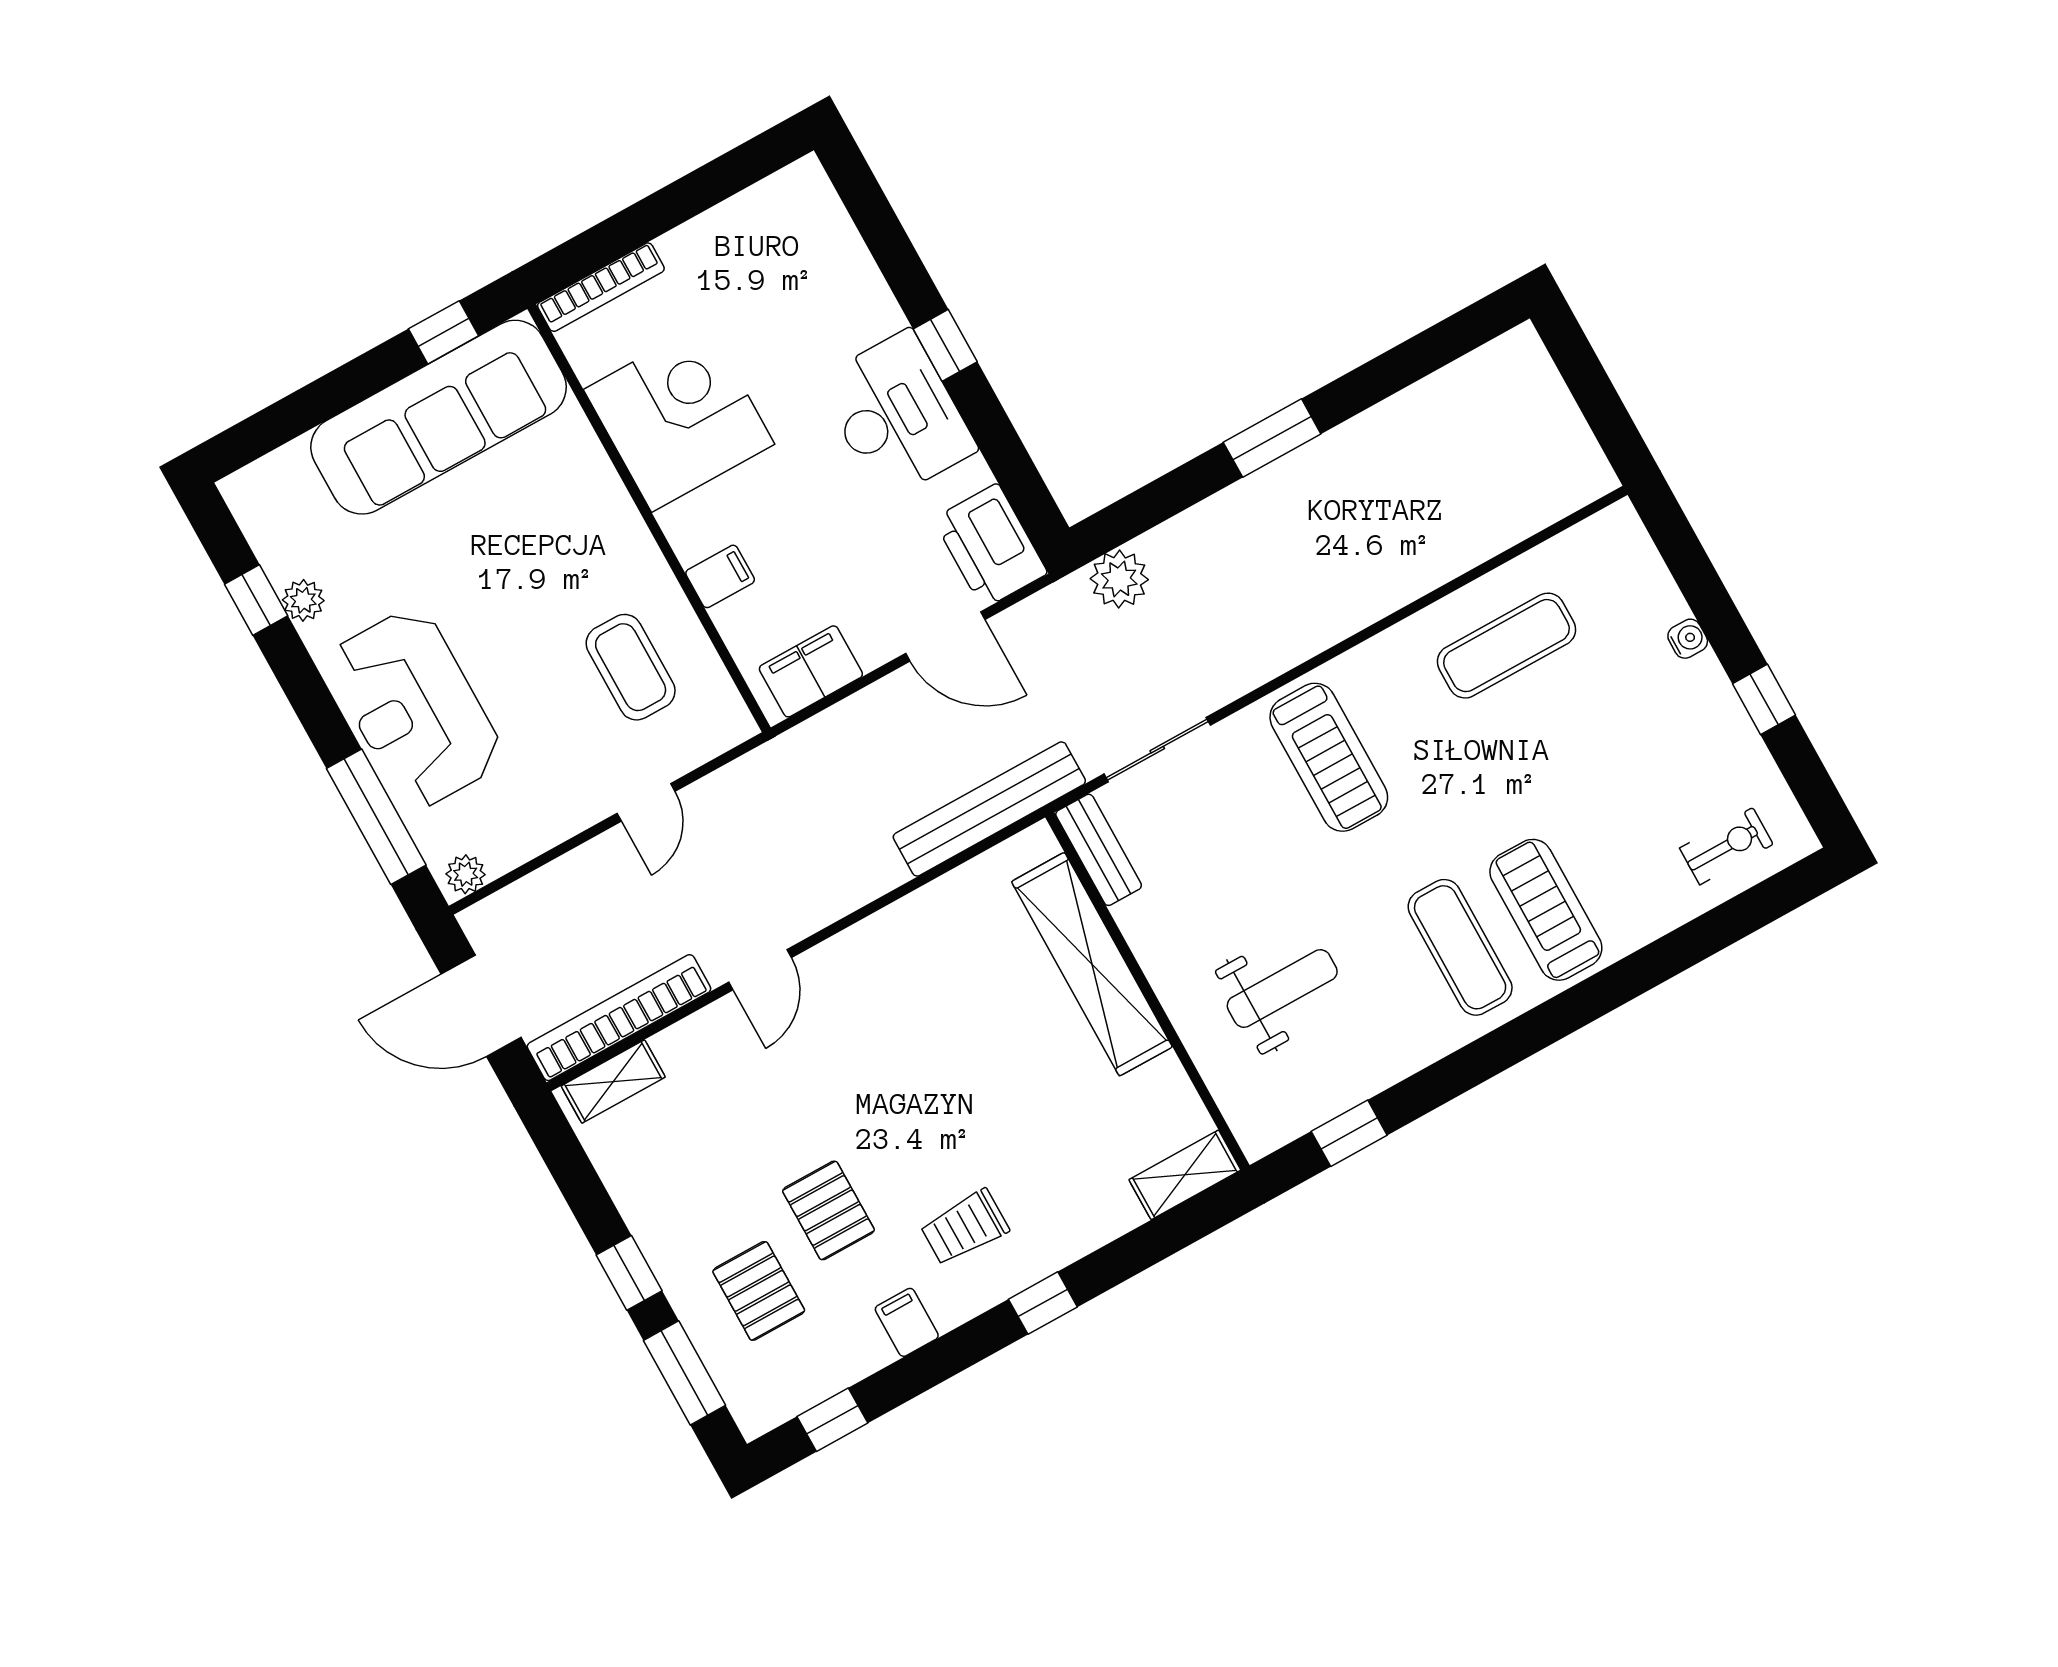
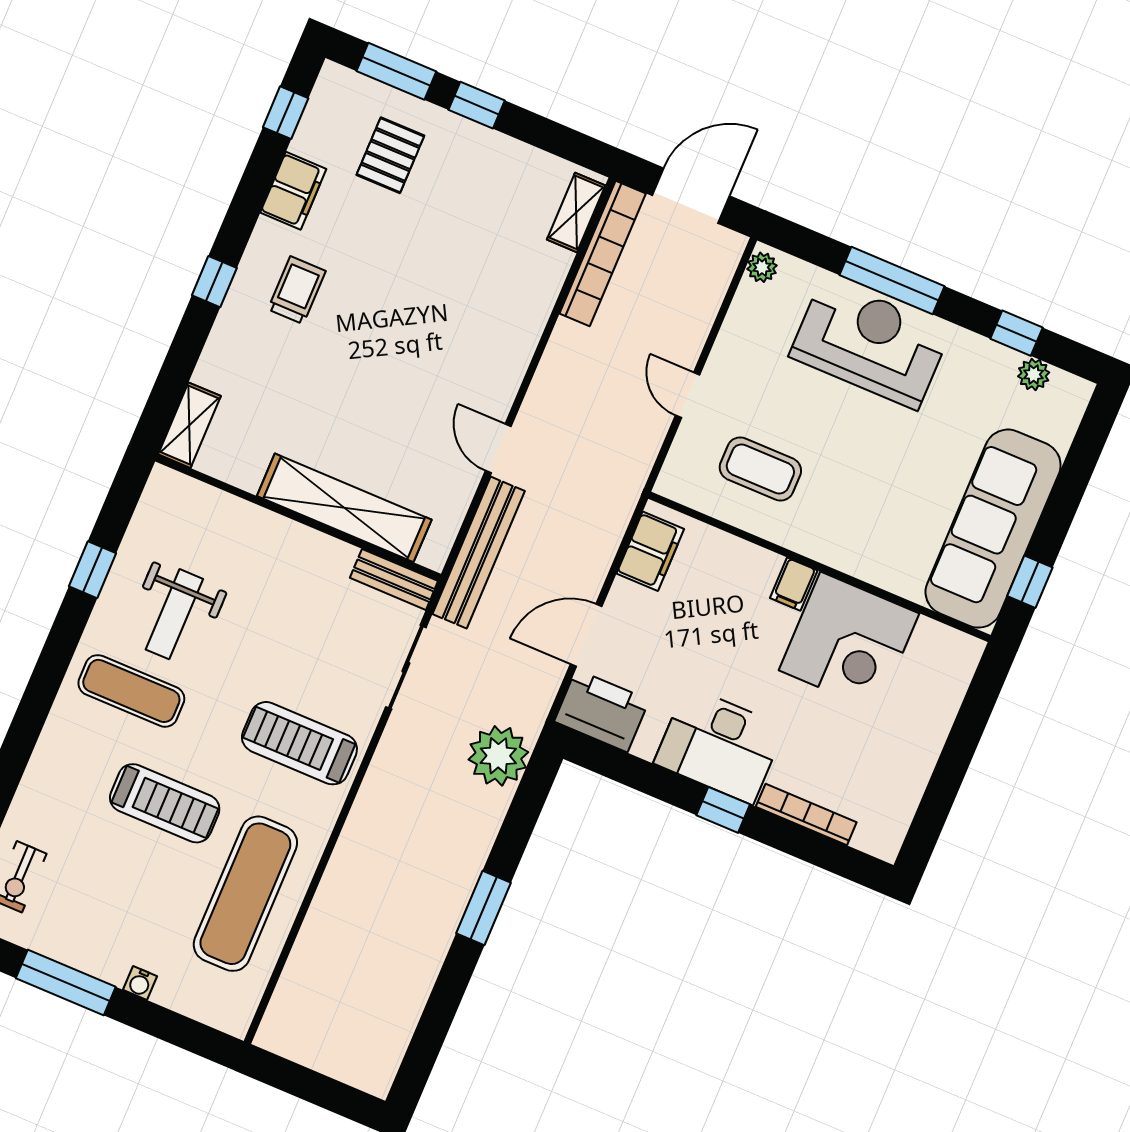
bookcase: (601, 287) -> (806, 814), moved, turned 90
filing cabinet: (720, 576) -> (794, 584), moved
plant: (1119, 579) -> (498, 756), width x1.36, depth x1.36
plant: (303, 600) -> (1034, 374), moved
exercise mat: (1506, 646) -> (245, 894), width x1.36, depth x1.45
window: (1764, 699) -> (66, 982), width x2.17
window: (376, 817) -> (892, 281), moved
treadmill: (1546, 910) -> (165, 803), moved
door: (760, 970) -> (498, 449), moved
weight bench: (1282, 989) -> (174, 614), moved
window: (1349, 1133) -> (93, 570), moved
pallet: (828, 1210) -> (386, 236), removed
pallet: (759, 1291) -> (390, 155), turned 90
filing cabinet: (907, 1322) -> (293, 191), width x2.00

